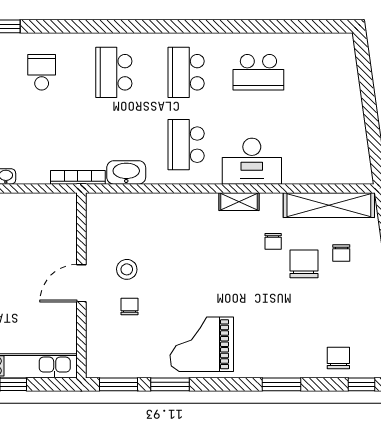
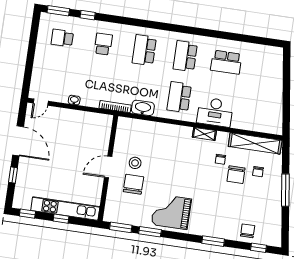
chair: (304, 264) -> (236, 175), turned 180
chair: (129, 307) -> (133, 184), width x1.87, depth x1.87

